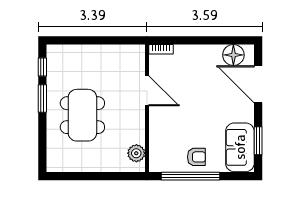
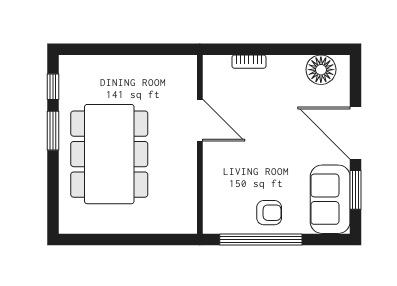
bookcase: (161, 49) -> (249, 62), moved
door: (258, 84) -> (356, 133), moved
dining table: (82, 115) -> (109, 154), width x1.36, depth x1.24
plant: (136, 153) -> (185, 207), removed

